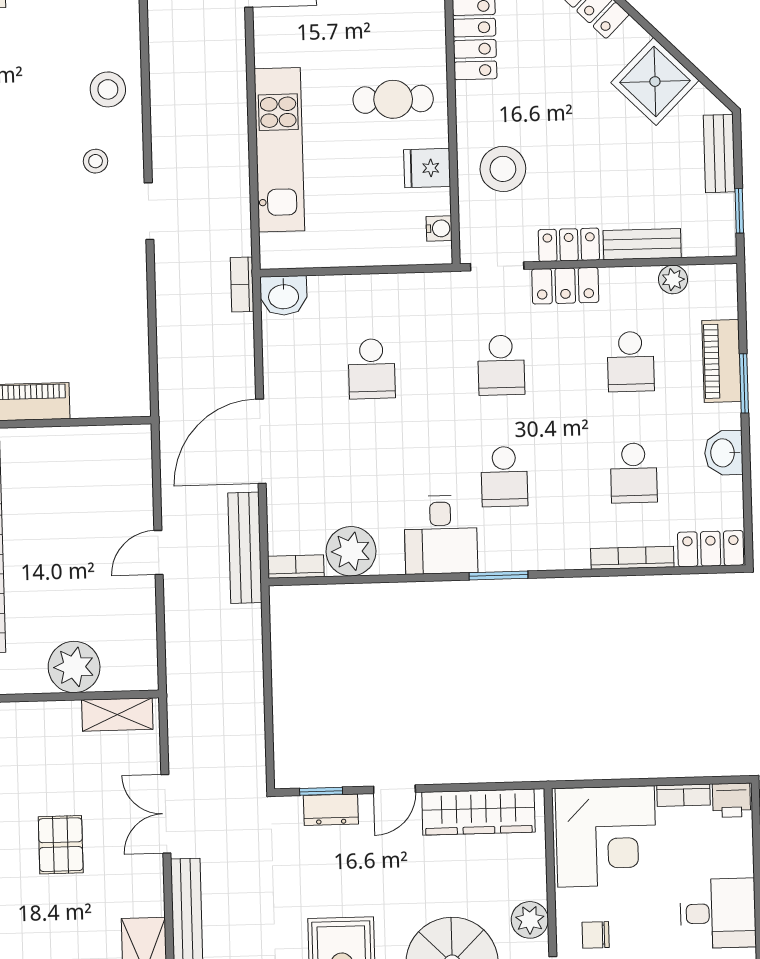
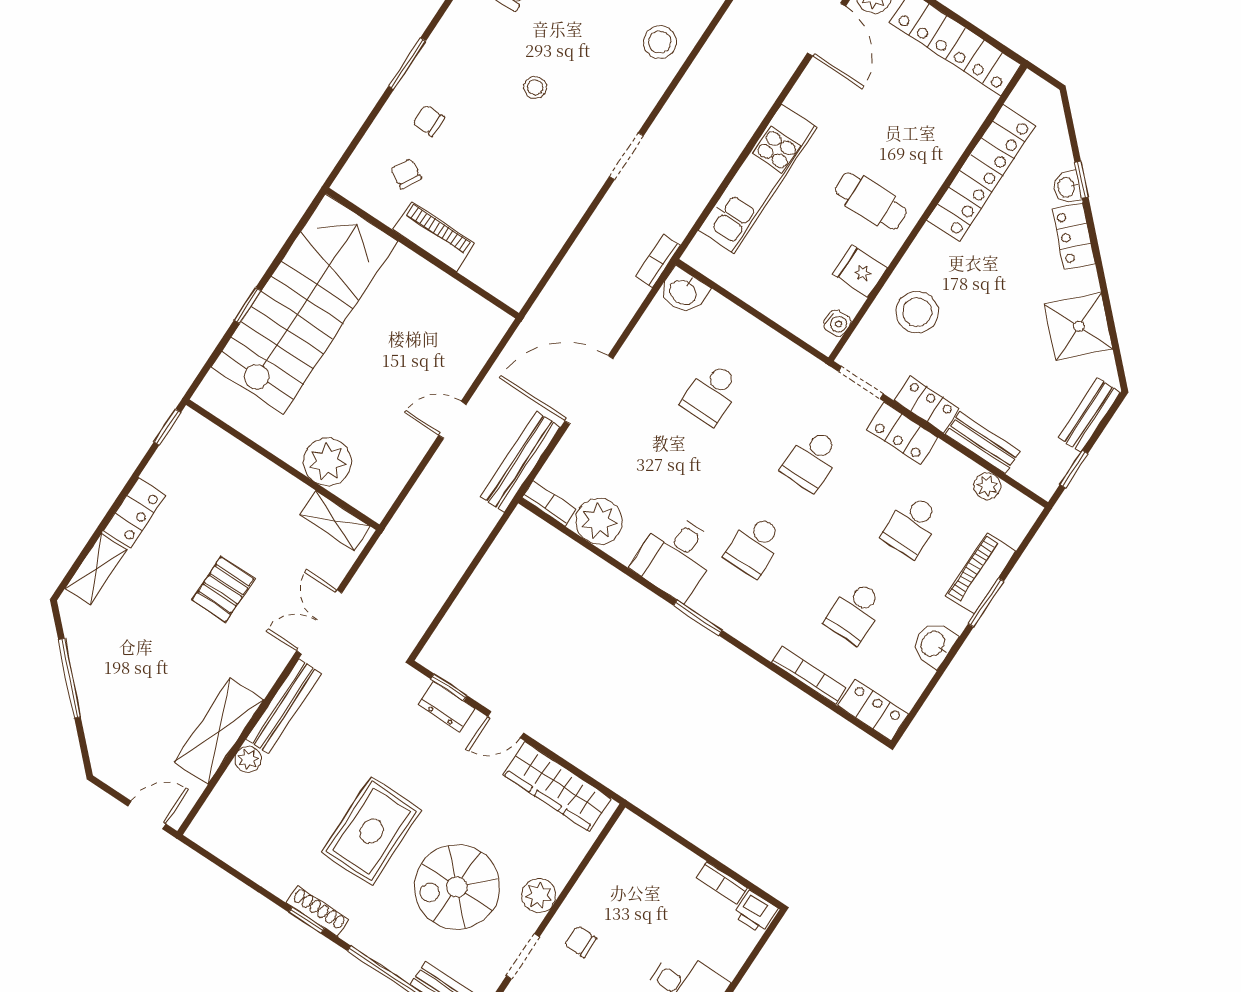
stool: (96, 161) -> (535, 87), moved
corner desk: (606, 836) -> (641, 873), removed

